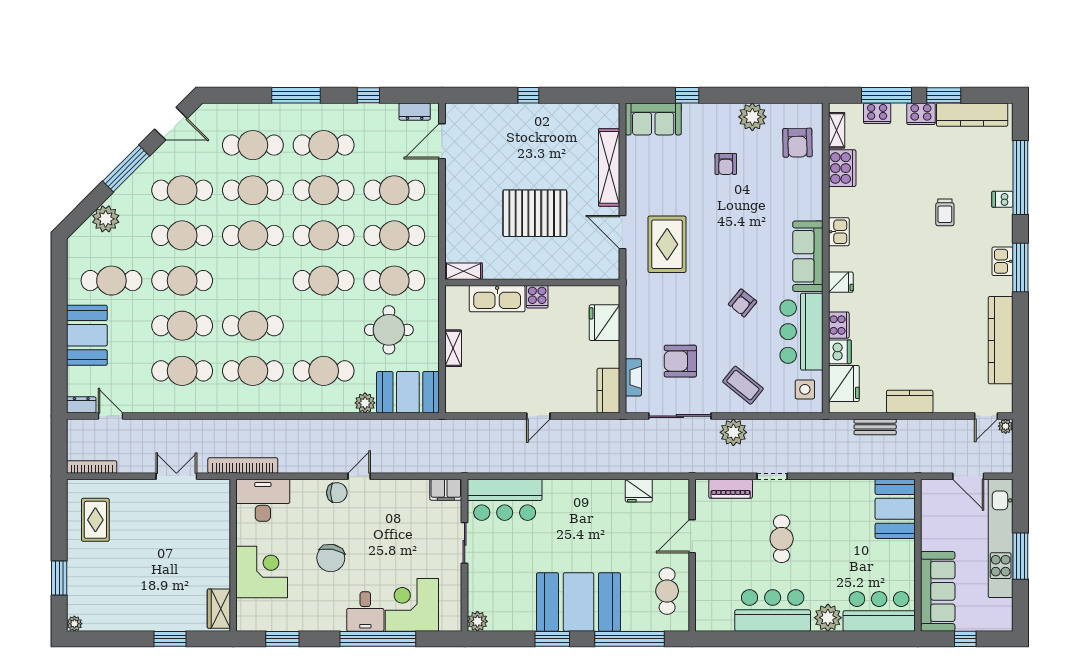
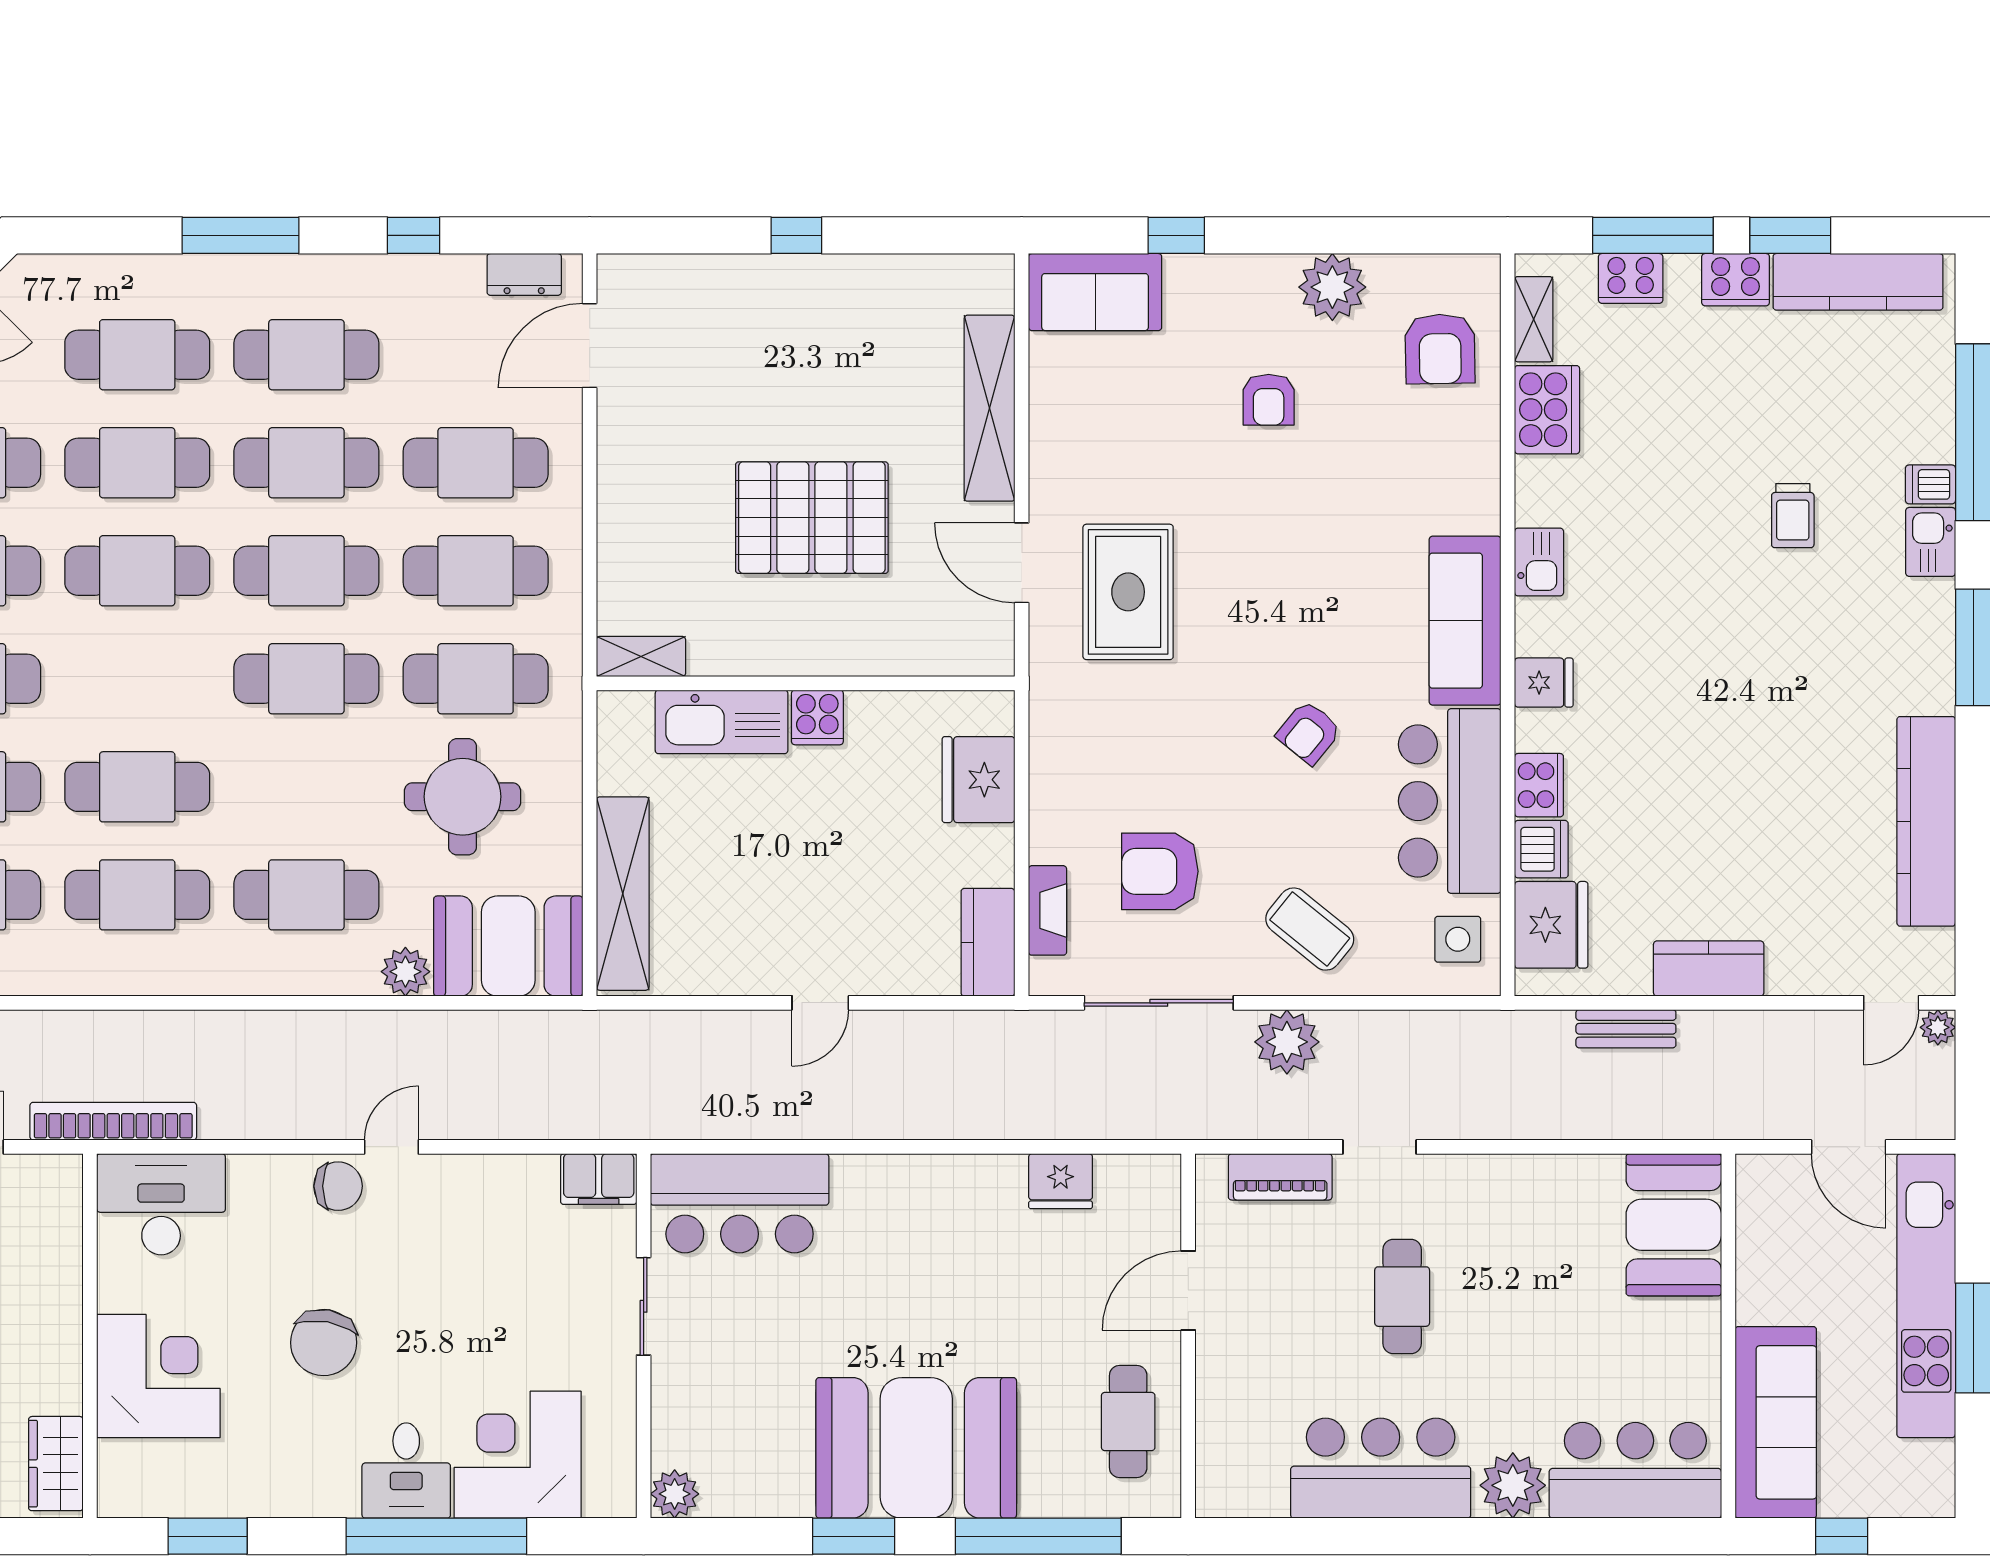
kitchen sink: (1002, 261) -> (1931, 542), moved
shelving: (453, 348) -> (623, 894), width x2.20, depth x1.33

